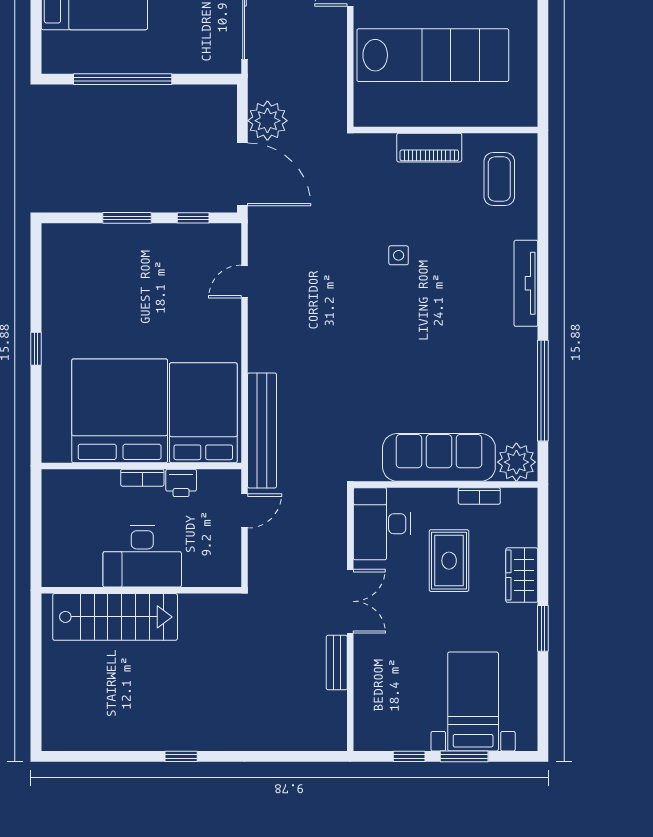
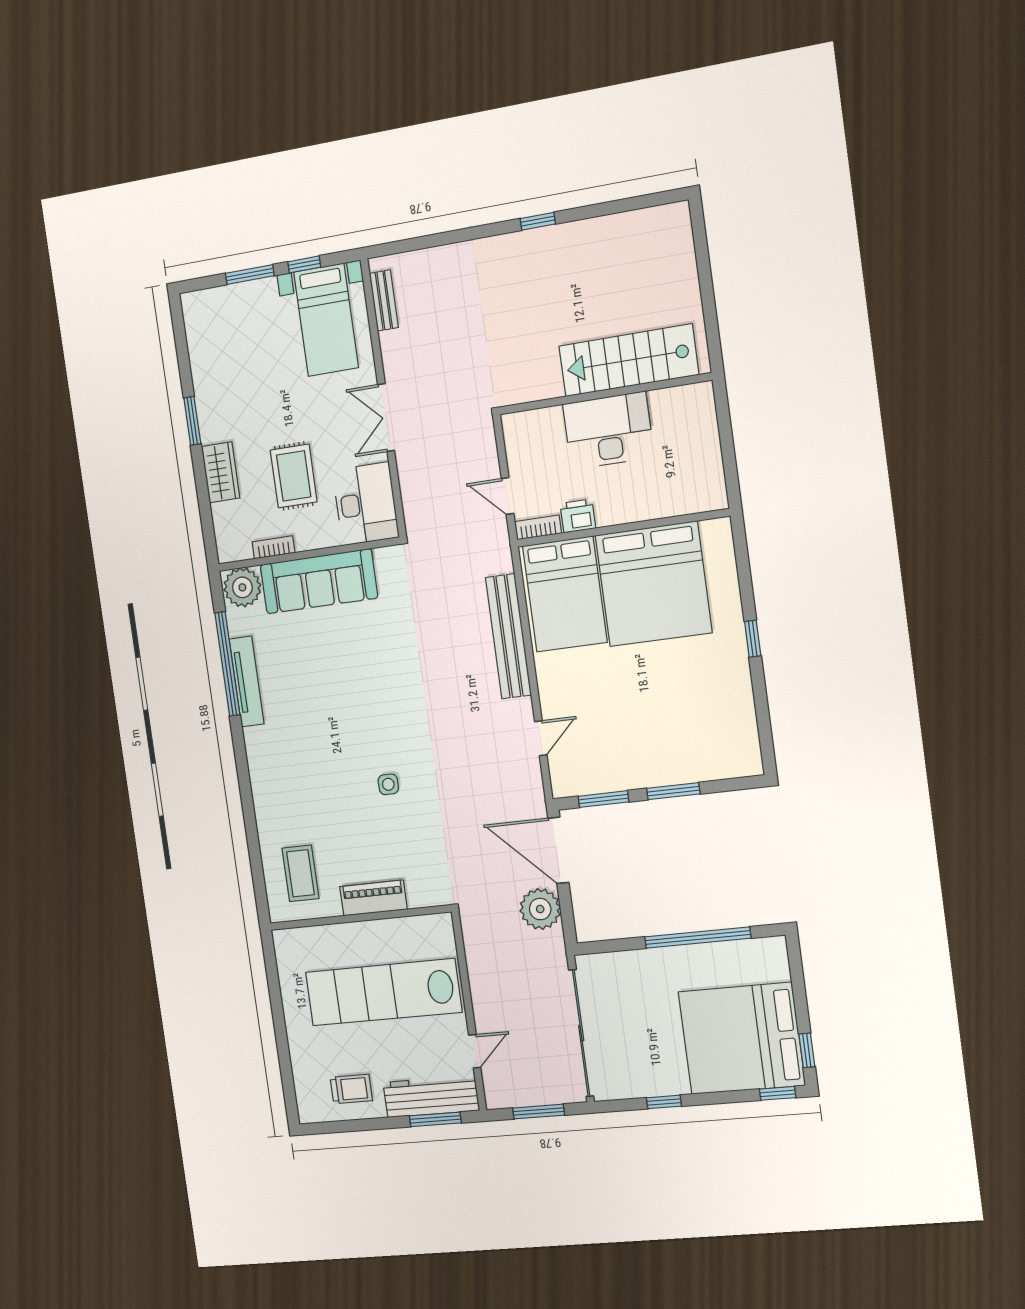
window: (193, 218) -> (603, 799), width x1.50
tv unit: (526, 283) -> (247, 682), moved
bench: (262, 430) -> (508, 636), moved
bookcase: (142, 478) -> (538, 527), moved
door: (244, 511) -> (508, 496), hinge flipped
bench: (337, 663) -> (384, 300), moved
bed with nightstands: (473, 701) -> (326, 320), moved

